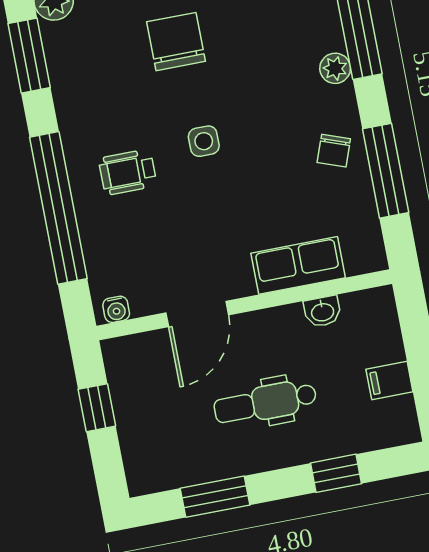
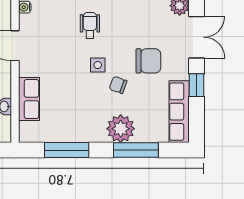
plant: (335, 68) -> (121, 129), width x1.87, depth x1.87
chair: (334, 151) -> (118, 85), moved

